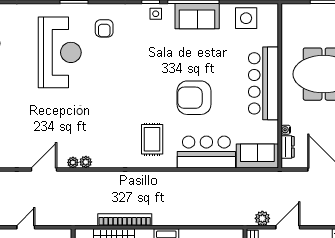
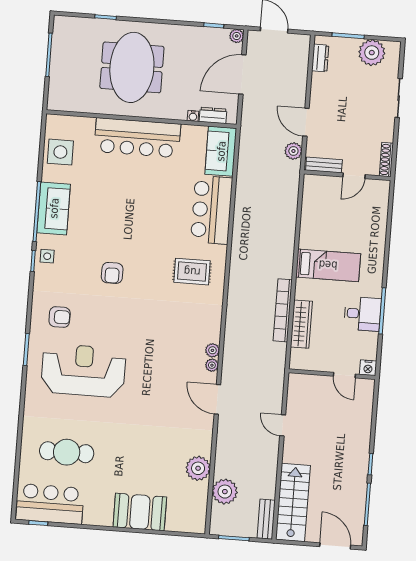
armchair: (194, 98) -> (112, 273), moved, width x0.53, depth x0.53

